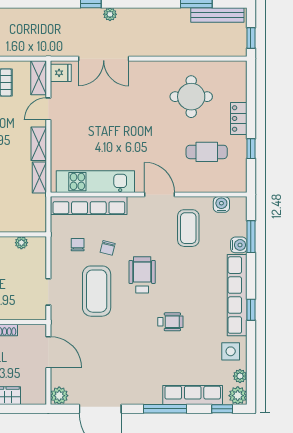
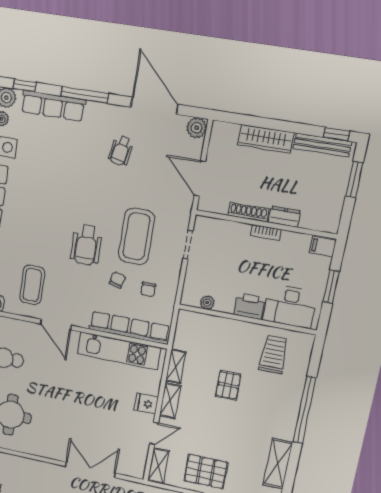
fridge: (61, 73) -> (146, 404), moved
wheelchair: (170, 322) -> (121, 151), moved, turned -79

